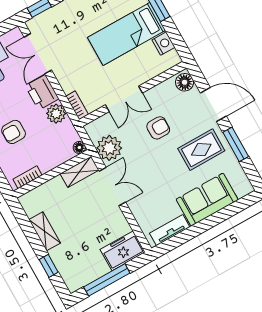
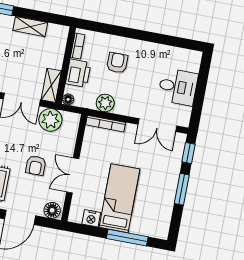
double door: (38, 54) -> (157, 125), swing flipped
printer: (42, 92) -> (78, 73), moved, turned 90
double door: (124, 99) -> (73, 175), moved
bookcase: (77, 105) -> (106, 124), width x1.56

